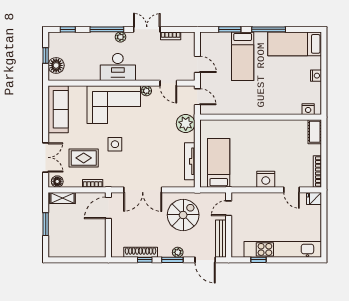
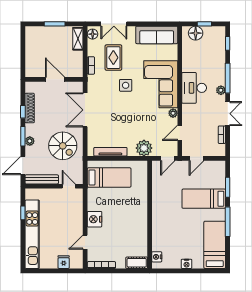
fridge: (314, 198) -> (64, 262), moved
door: (108, 208) -> (55, 79), moved

